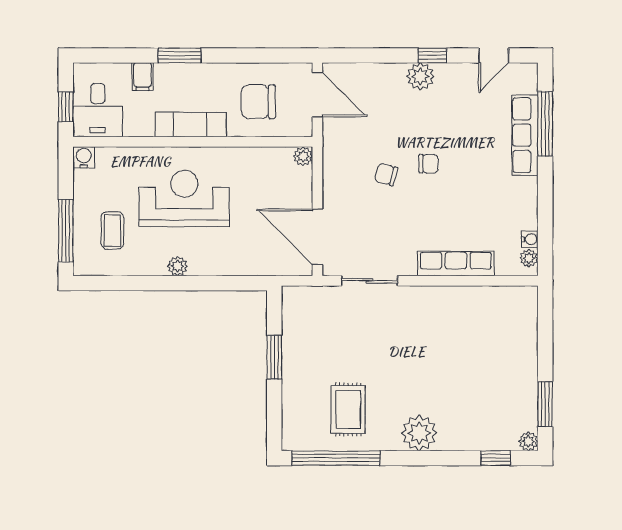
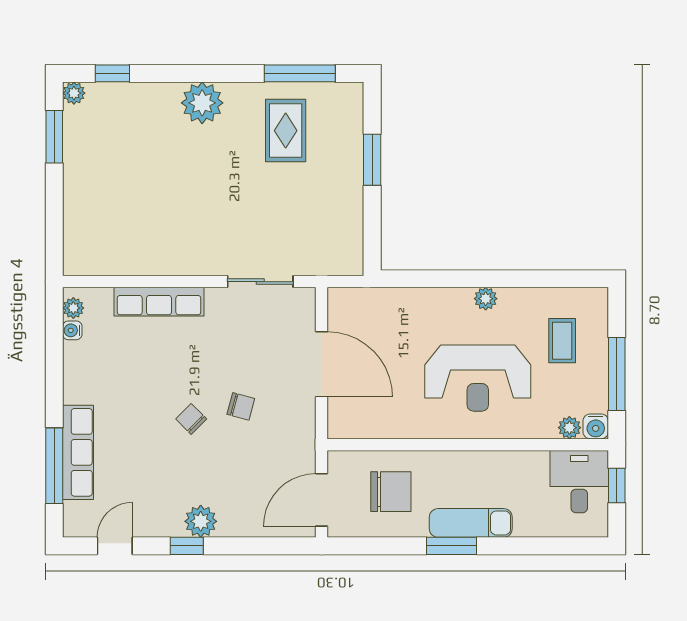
window: (180, 55) -> (451, 546), moved
filing cabinet: (143, 77) -> (527, 521), removed
door: (317, 95) -> (321, 500), hinge flipped
exam couch: (191, 125) -> (471, 523), moved, turned 180
plant: (303, 156) -> (569, 428), moved
chair: (428, 164) -> (191, 419), turned 45
window: (66, 231) -> (617, 374), moved
door: (317, 237) -> (321, 364), moved
window: (274, 357) -> (372, 160), moved
window: (336, 458) -> (300, 73), width x0.68

